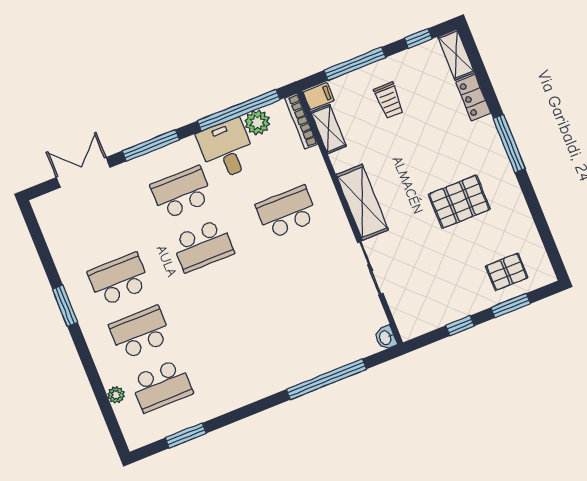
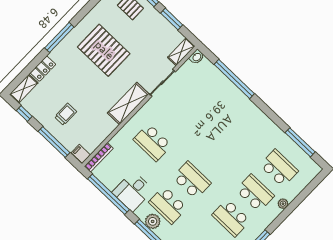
plant: (257, 122) -> (153, 221), moved
shelving: (329, 129) -> (181, 52), moved
pallet: (459, 202) -> (104, 50), width x1.37, depth x1.41
window: (460, 326) -> (172, 19), width x1.50
school desk: (140, 333) -> (255, 193), turned 180
plant: (116, 395) -> (283, 204), moved
window: (186, 435) -> (300, 142), width x1.44

